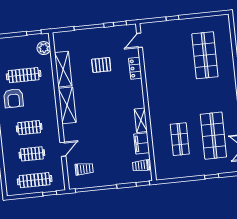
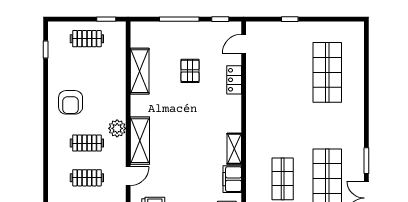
plant: (44, 48) -> (117, 128), moved
pallet: (101, 65) -> (190, 71), turned 90
clothes rail: (24, 75) -> (87, 39), moved, width x0.73
shelving: (67, 105) -> (140, 141), moved

